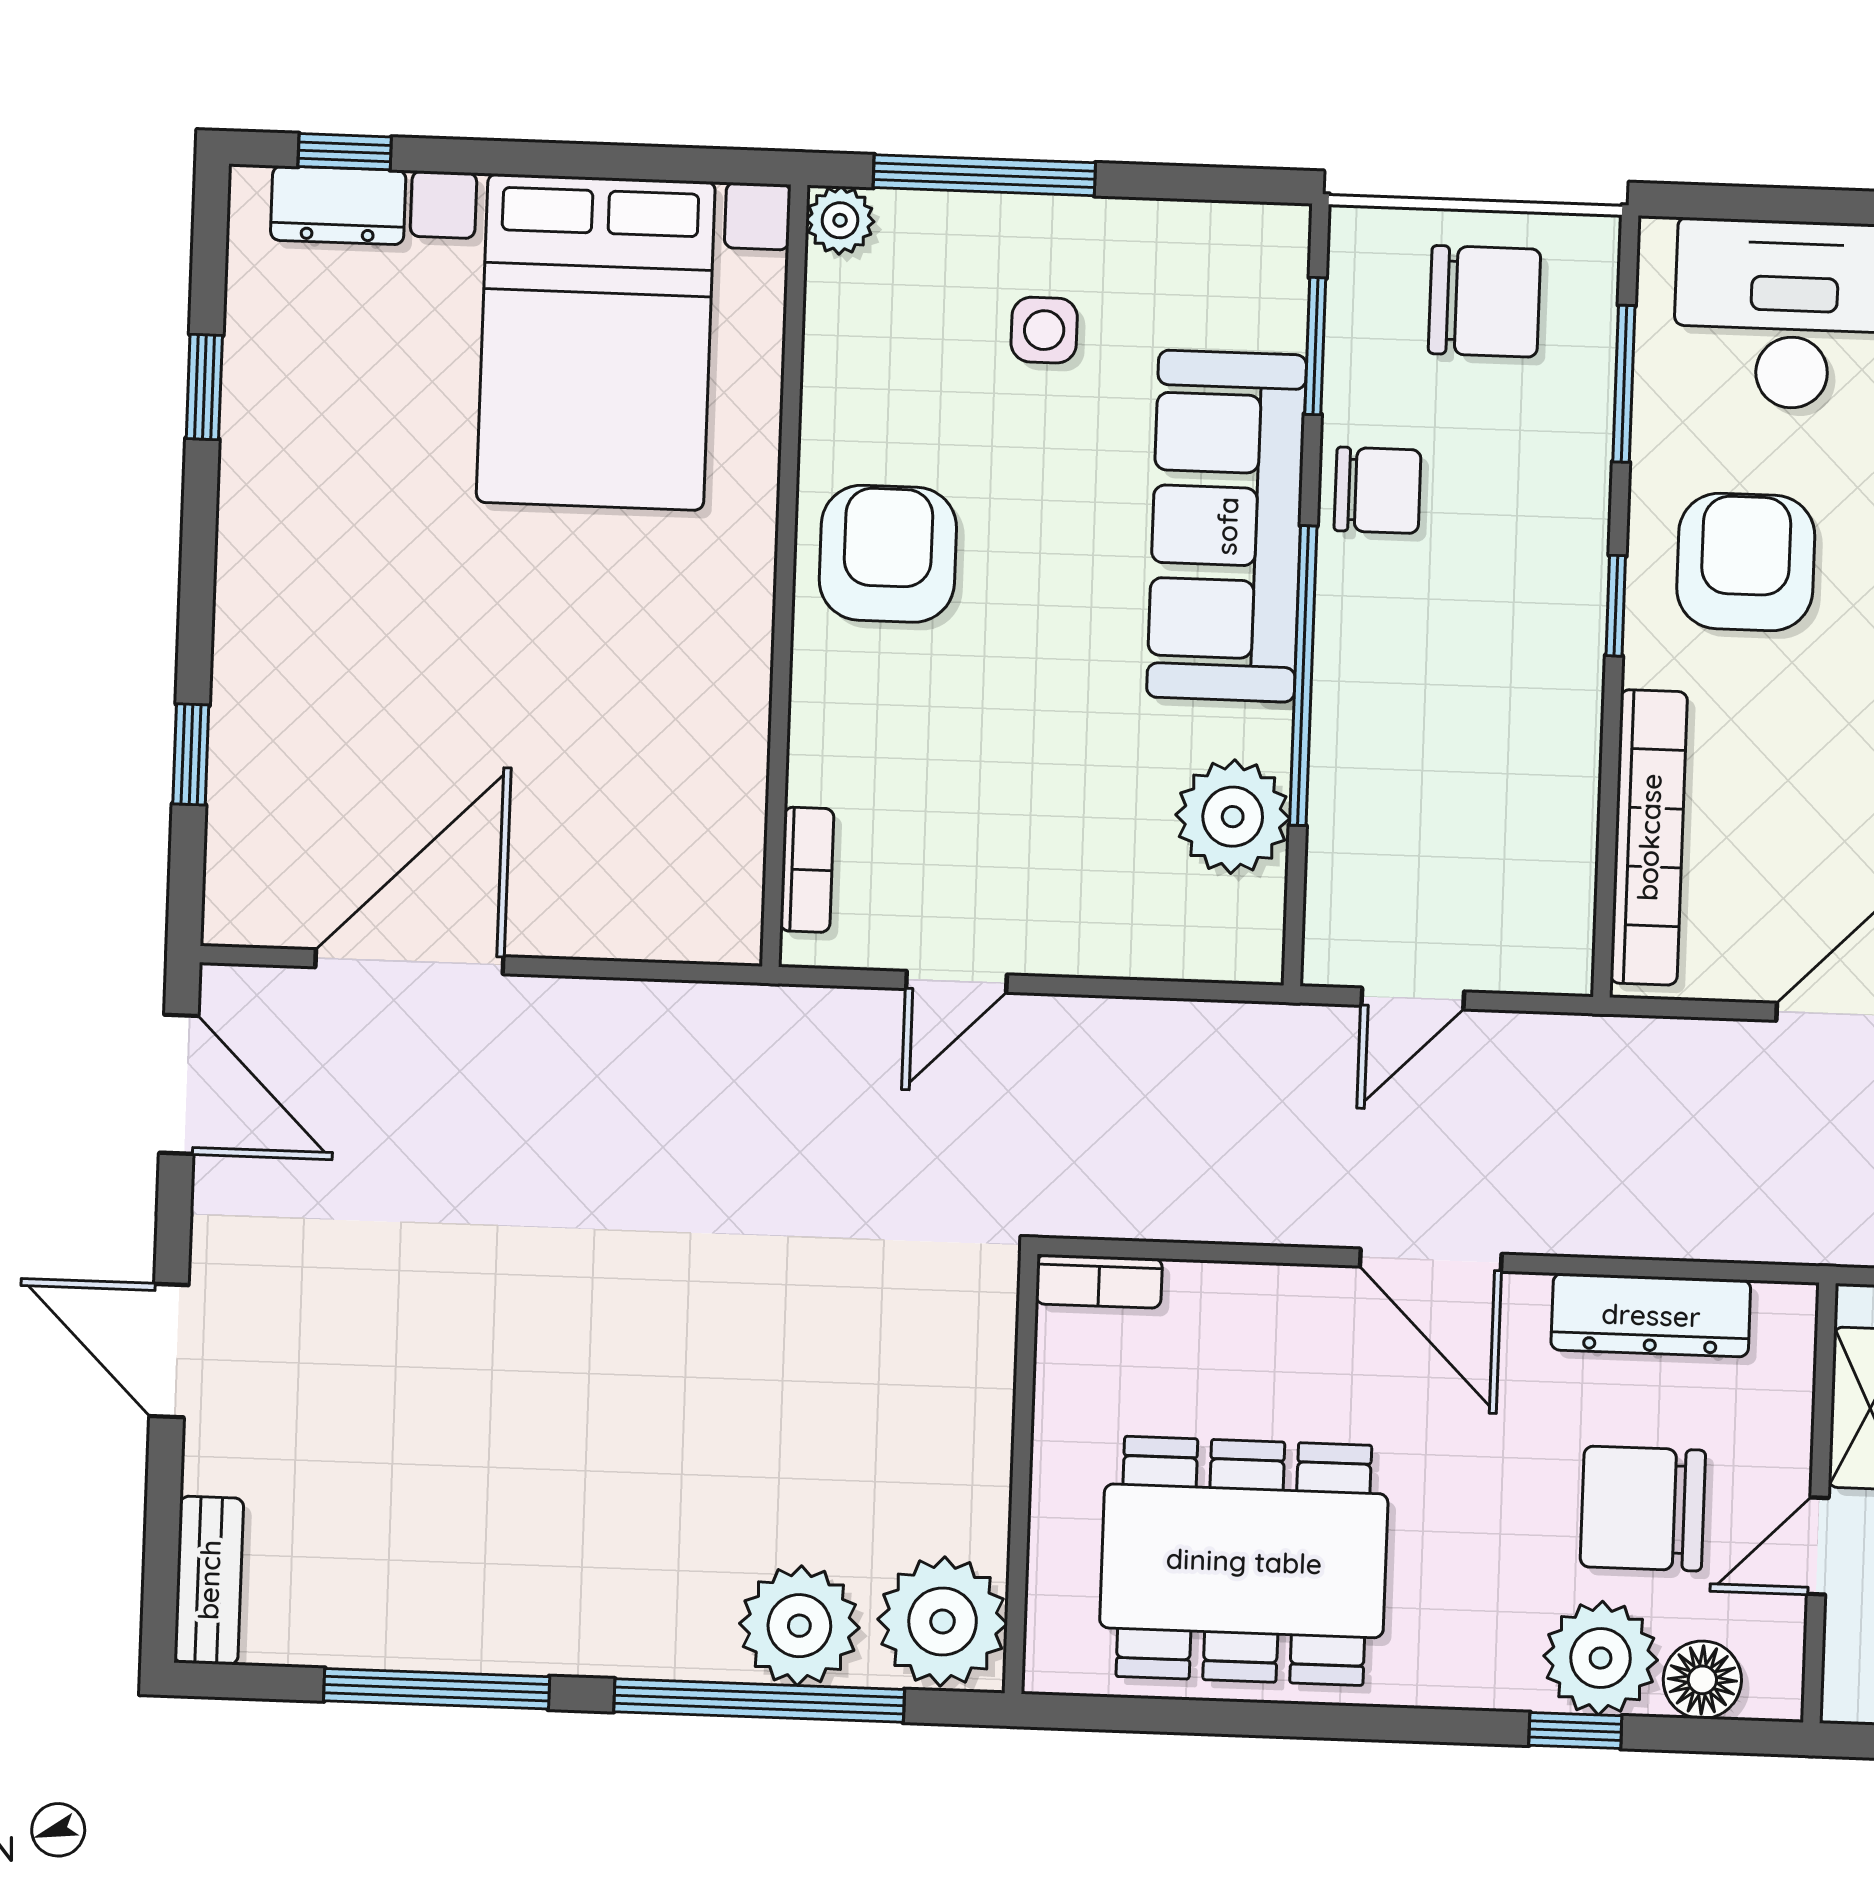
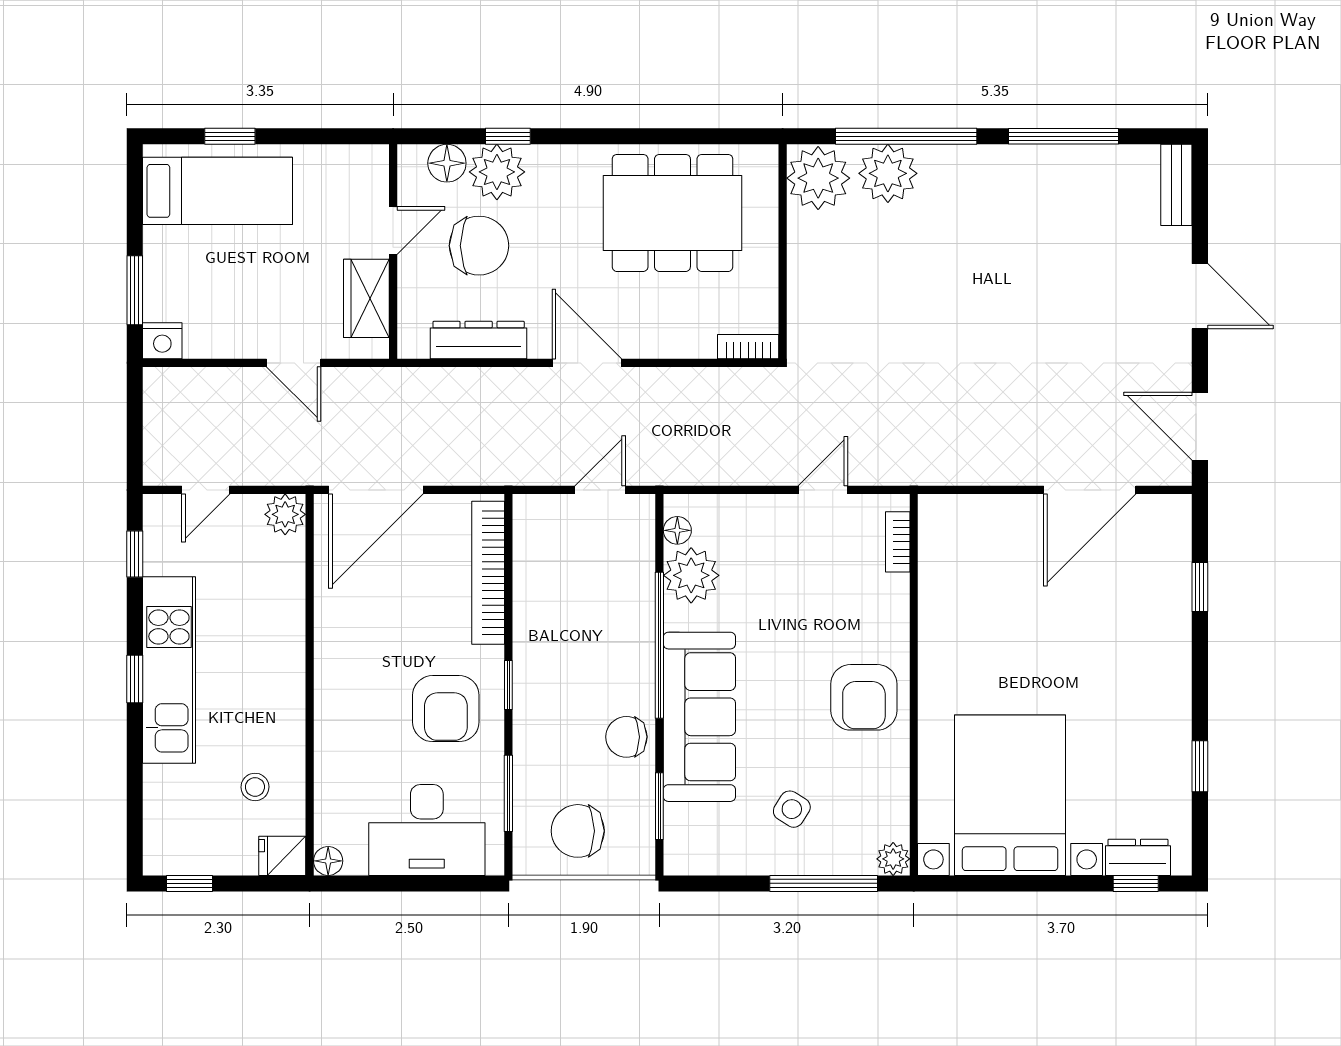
side table: (1044, 330) -> (792, 809), turned 32
floor lamp: (1258, 910) -> (677, 530), added

